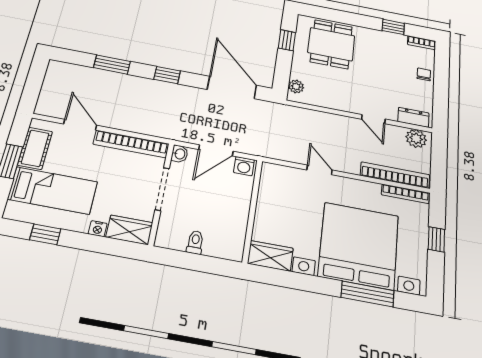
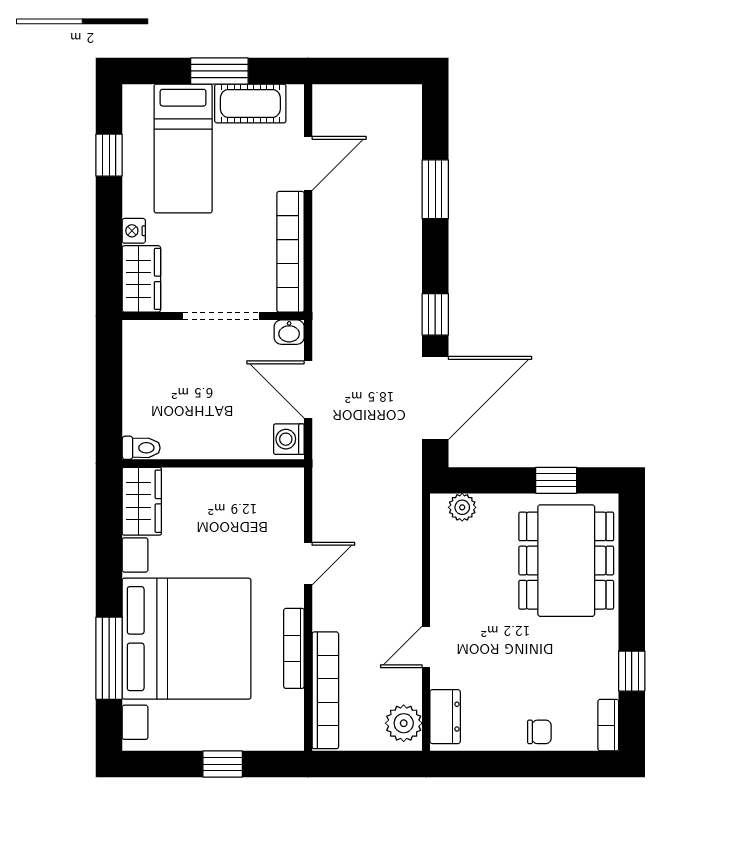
dining table: (331, 44) -> (566, 561), width x1.38
window: (167, 75) -> (435, 314), moved
bookcase: (405, 194) -> (294, 648), moved
toilet: (195, 242) -> (141, 448), moved

